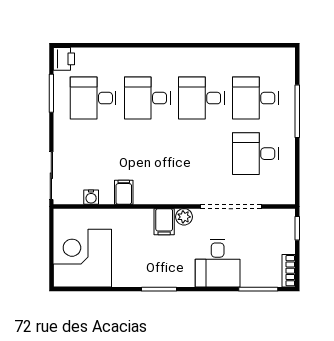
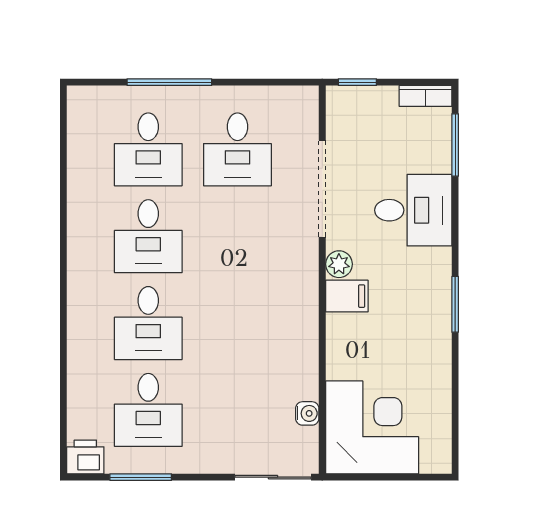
filing cabinet: (124, 192) -> (299, 361), removed
corner desk: (82, 258) -> (372, 427), moved, turned 180

